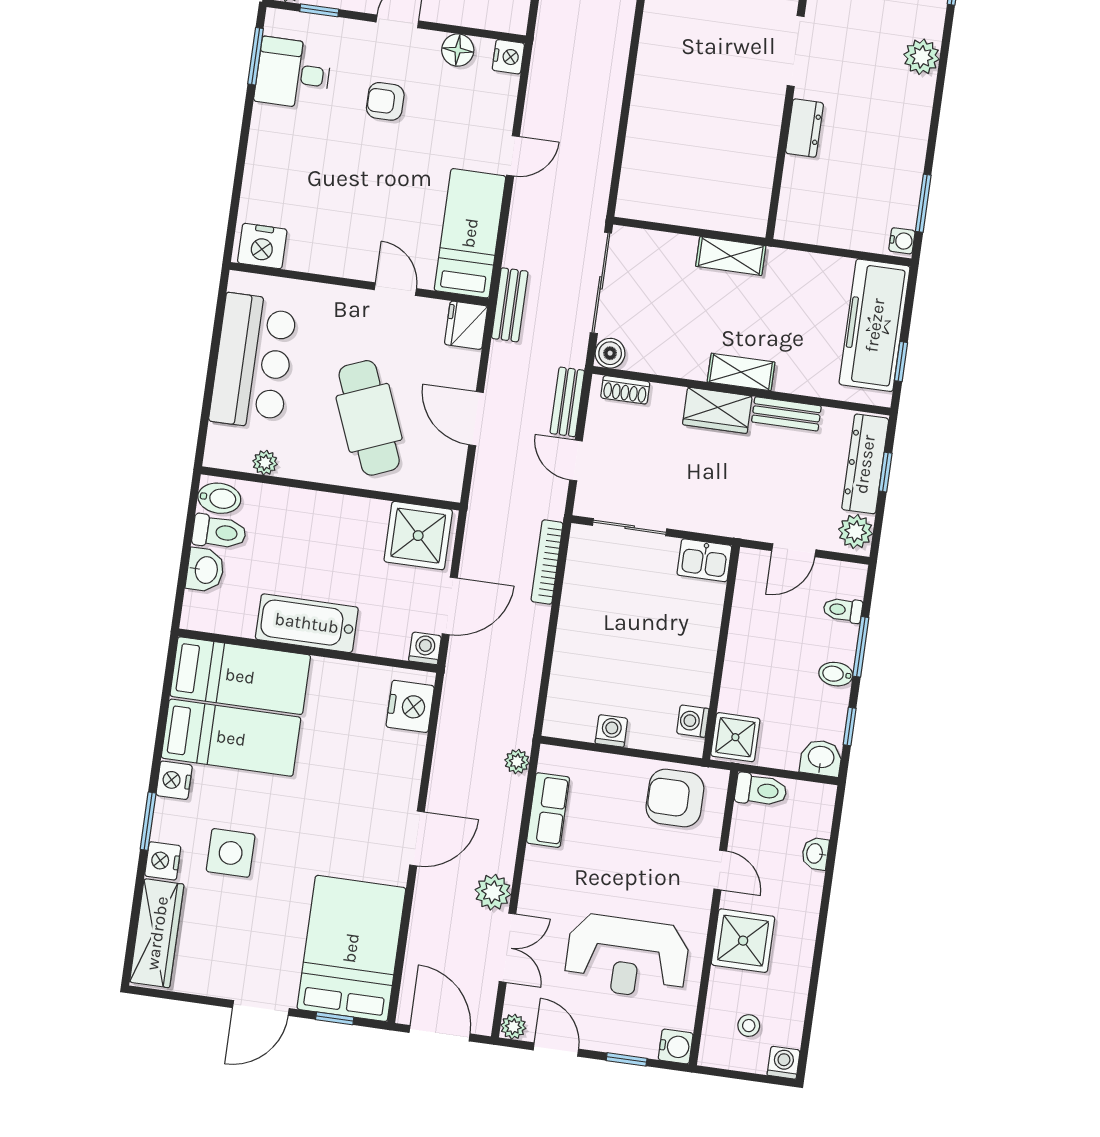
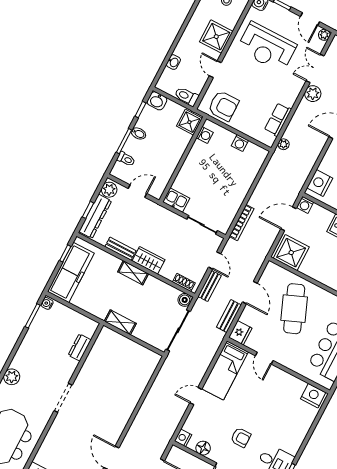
dresser: (804, 128) -> (80, 348), moved
bench: (510, 305) -> (229, 316), moved
reception desk: (627, 957) -> (267, 47), turned 180

